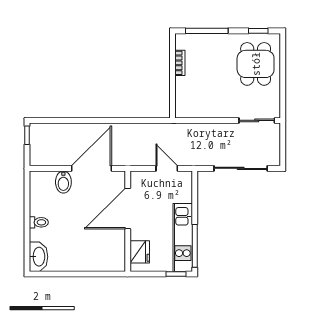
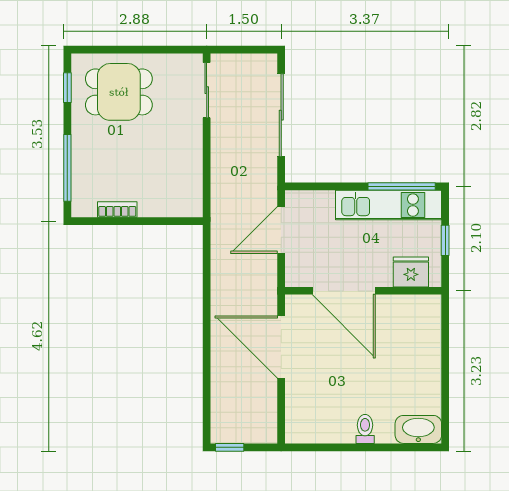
door: (167, 168) -> (281, 230), width x1.38
bidet: (63, 182) -> (302, 391), removed
window: (176, 274) -> (445, 240), moved

